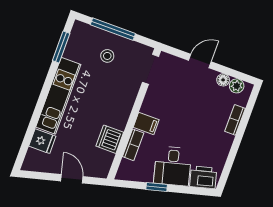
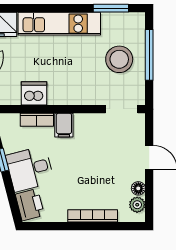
stool: (107, 56) -> (119, 59), width x1.89, depth x1.89
bookcase: (235, 120) -> (93, 216), width x1.56

